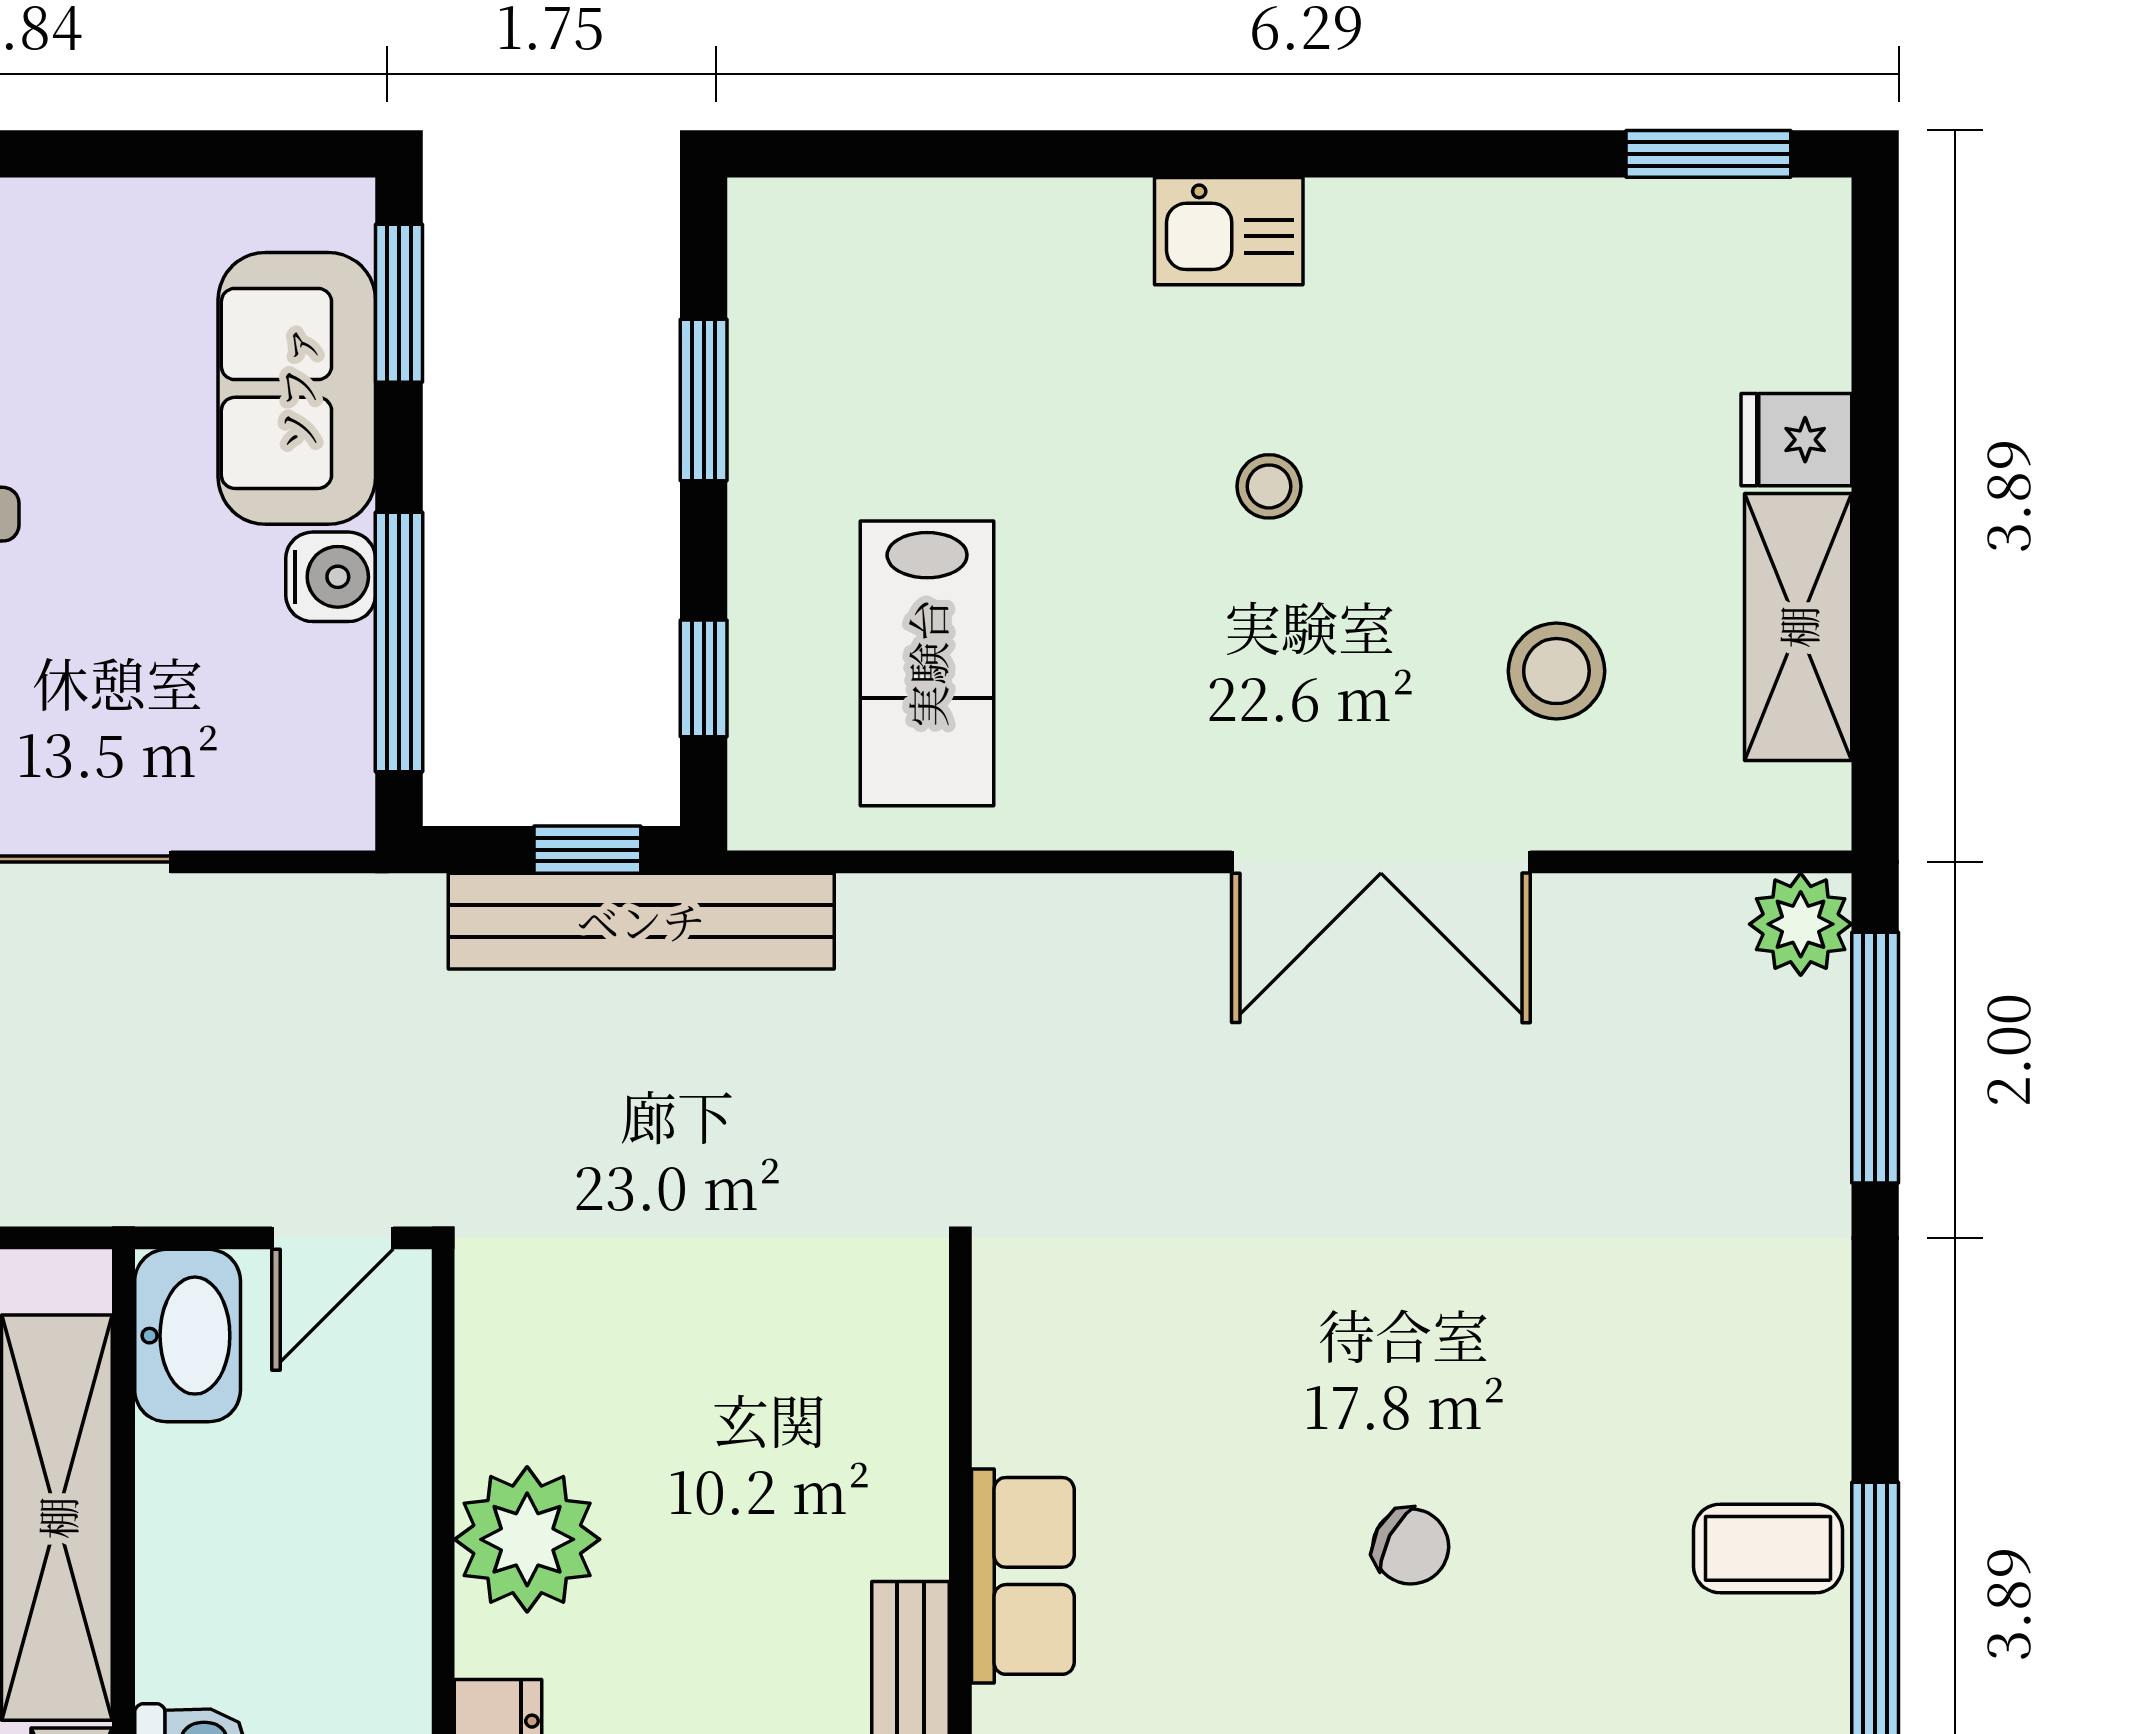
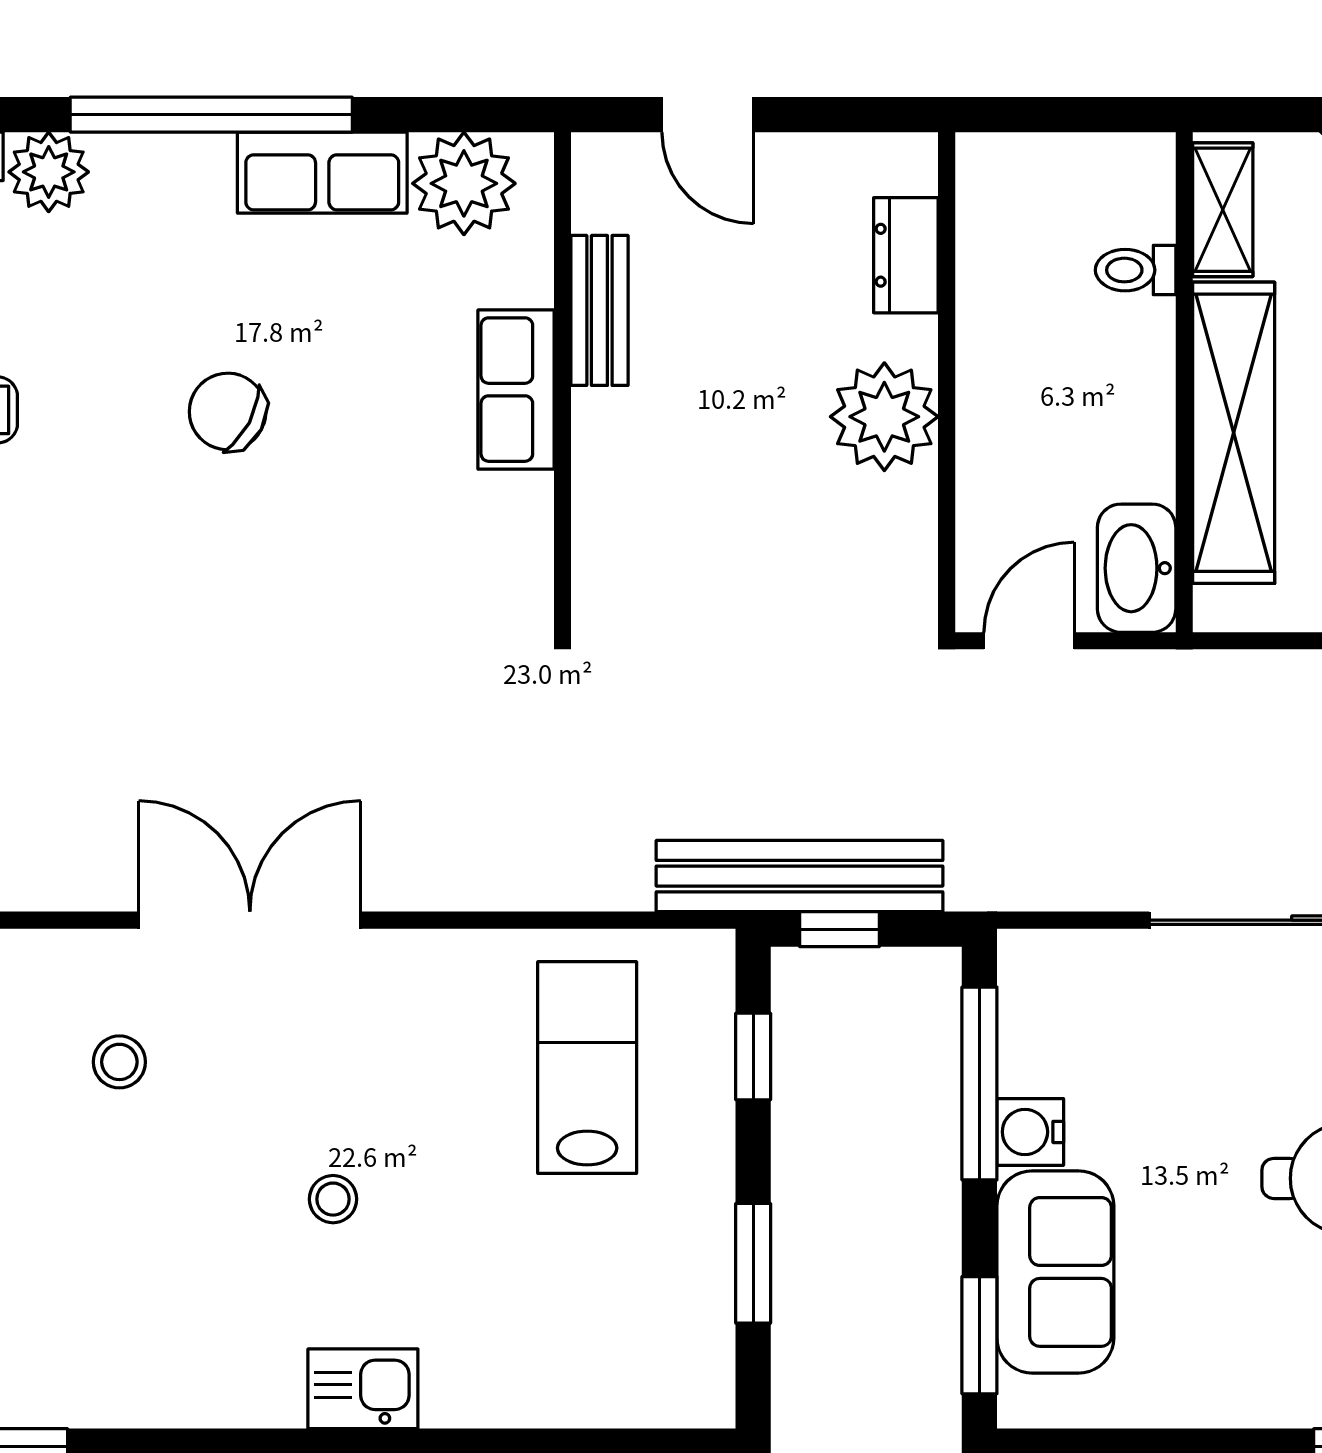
stool: (1556, 671) -> (119, 1062), width x0.73, depth x0.73
chair: (1411, 1546) -> (228, 411), width x1.37, depth x1.37

